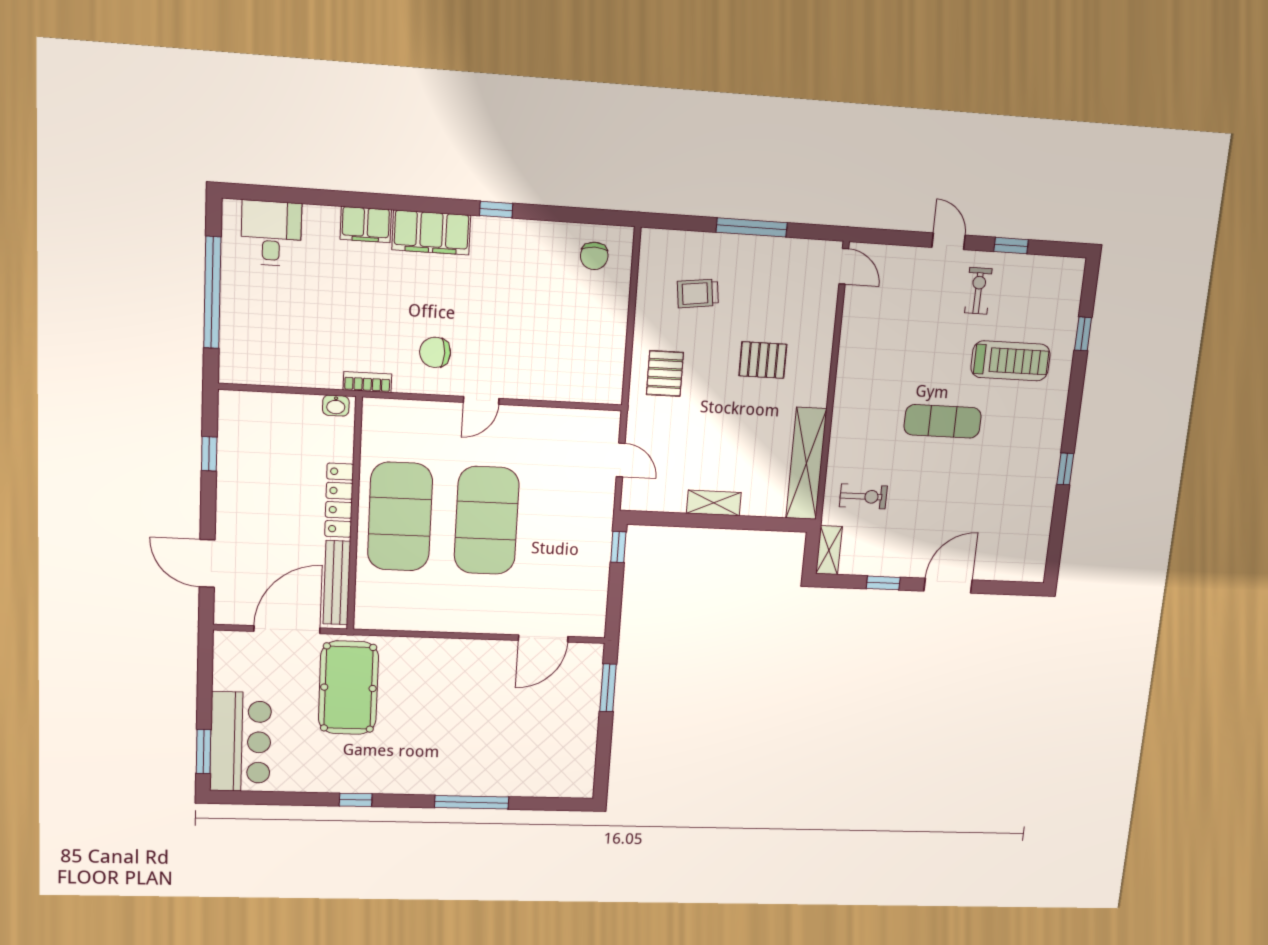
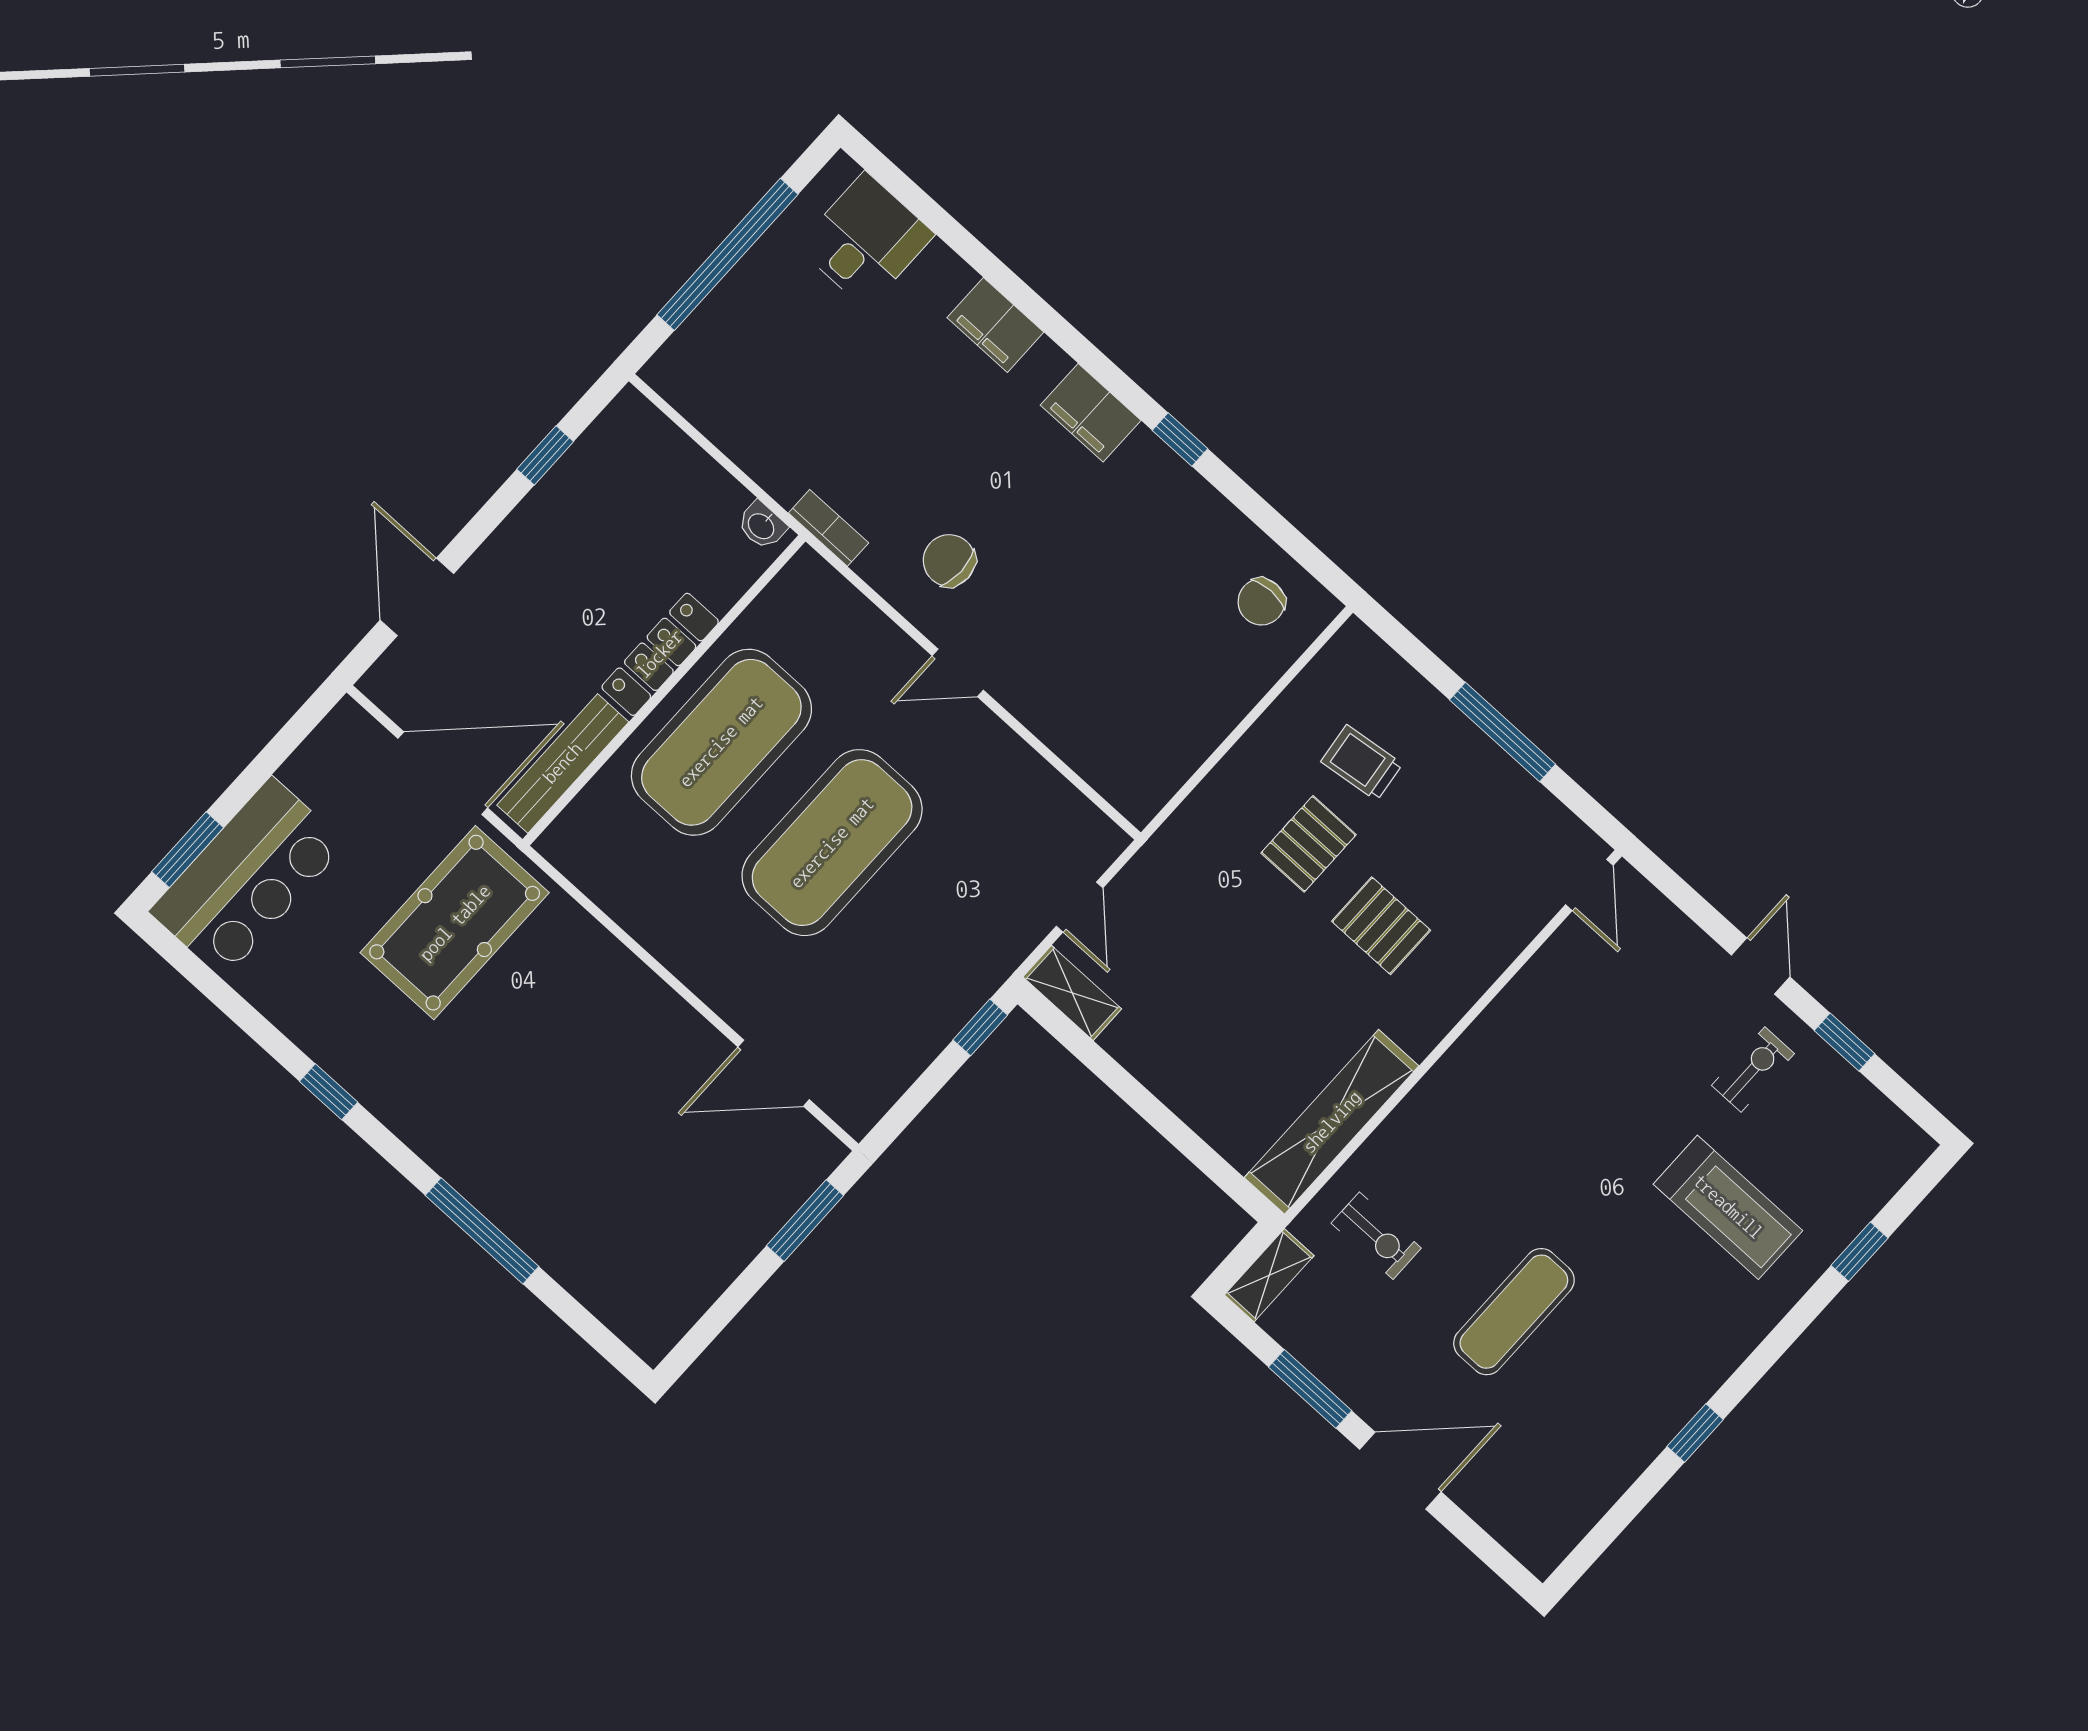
filing cabinet: (431, 233) -> (1091, 413), width x0.67, depth x0.86
pallet: (665, 373) -> (1309, 844), moved
exercise mat: (943, 421) -> (1514, 1312), moved, turned 90
shelving: (714, 503) -> (1072, 993), moved
window: (883, 583) -> (1310, 1389), width x1.50

